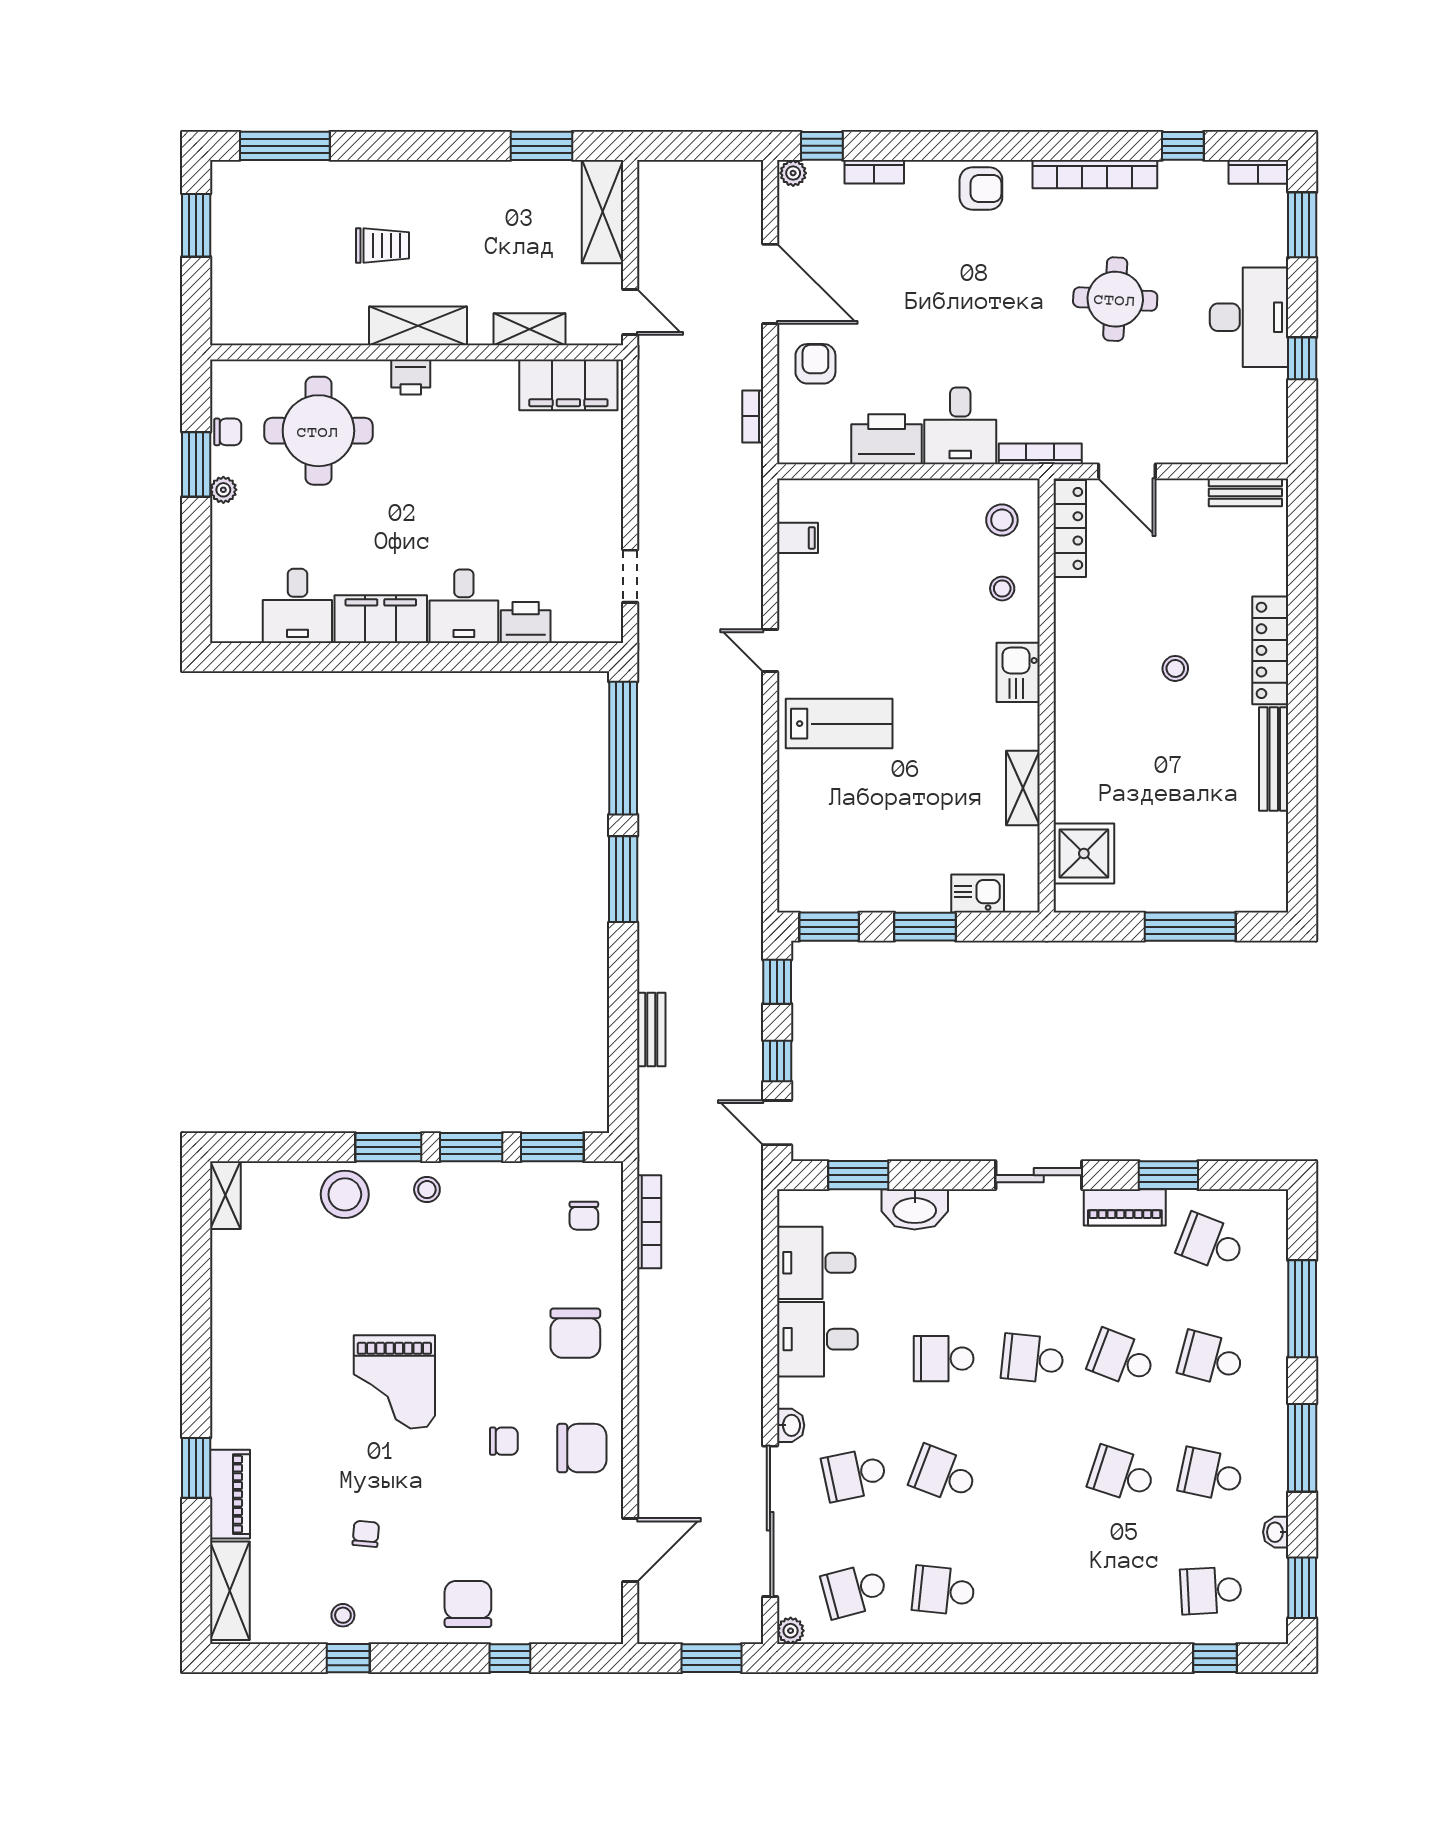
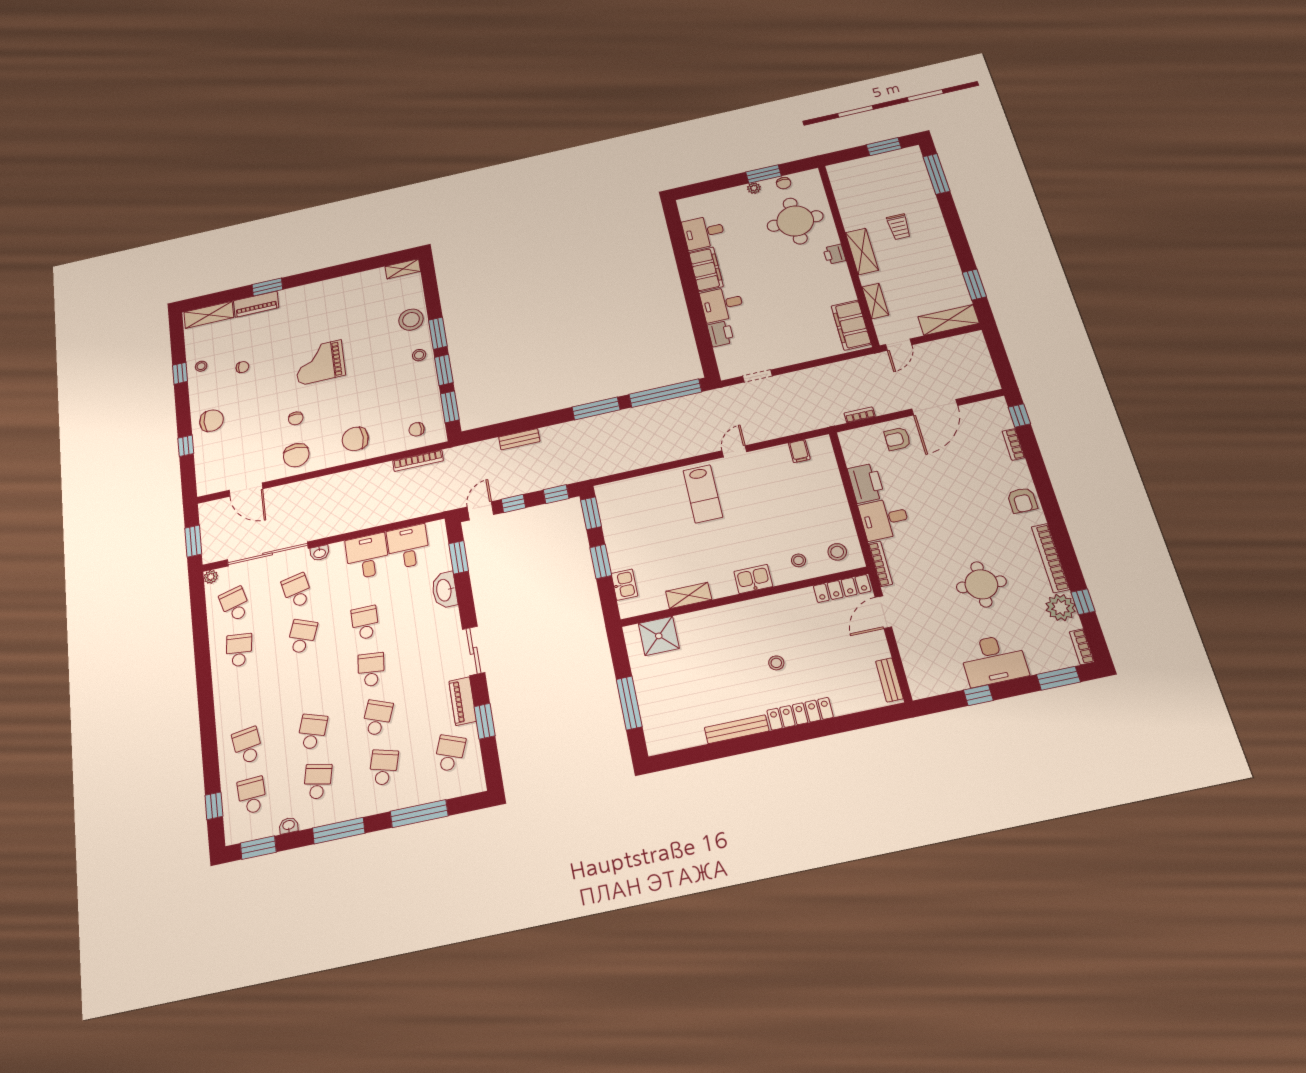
plant: (793, 173) -> (1061, 607), moved, width x1.87, depth x1.87
armchair: (815, 364) -> (897, 439), turned 180
school desk: (1122, 1590) -> (247, 746), added

